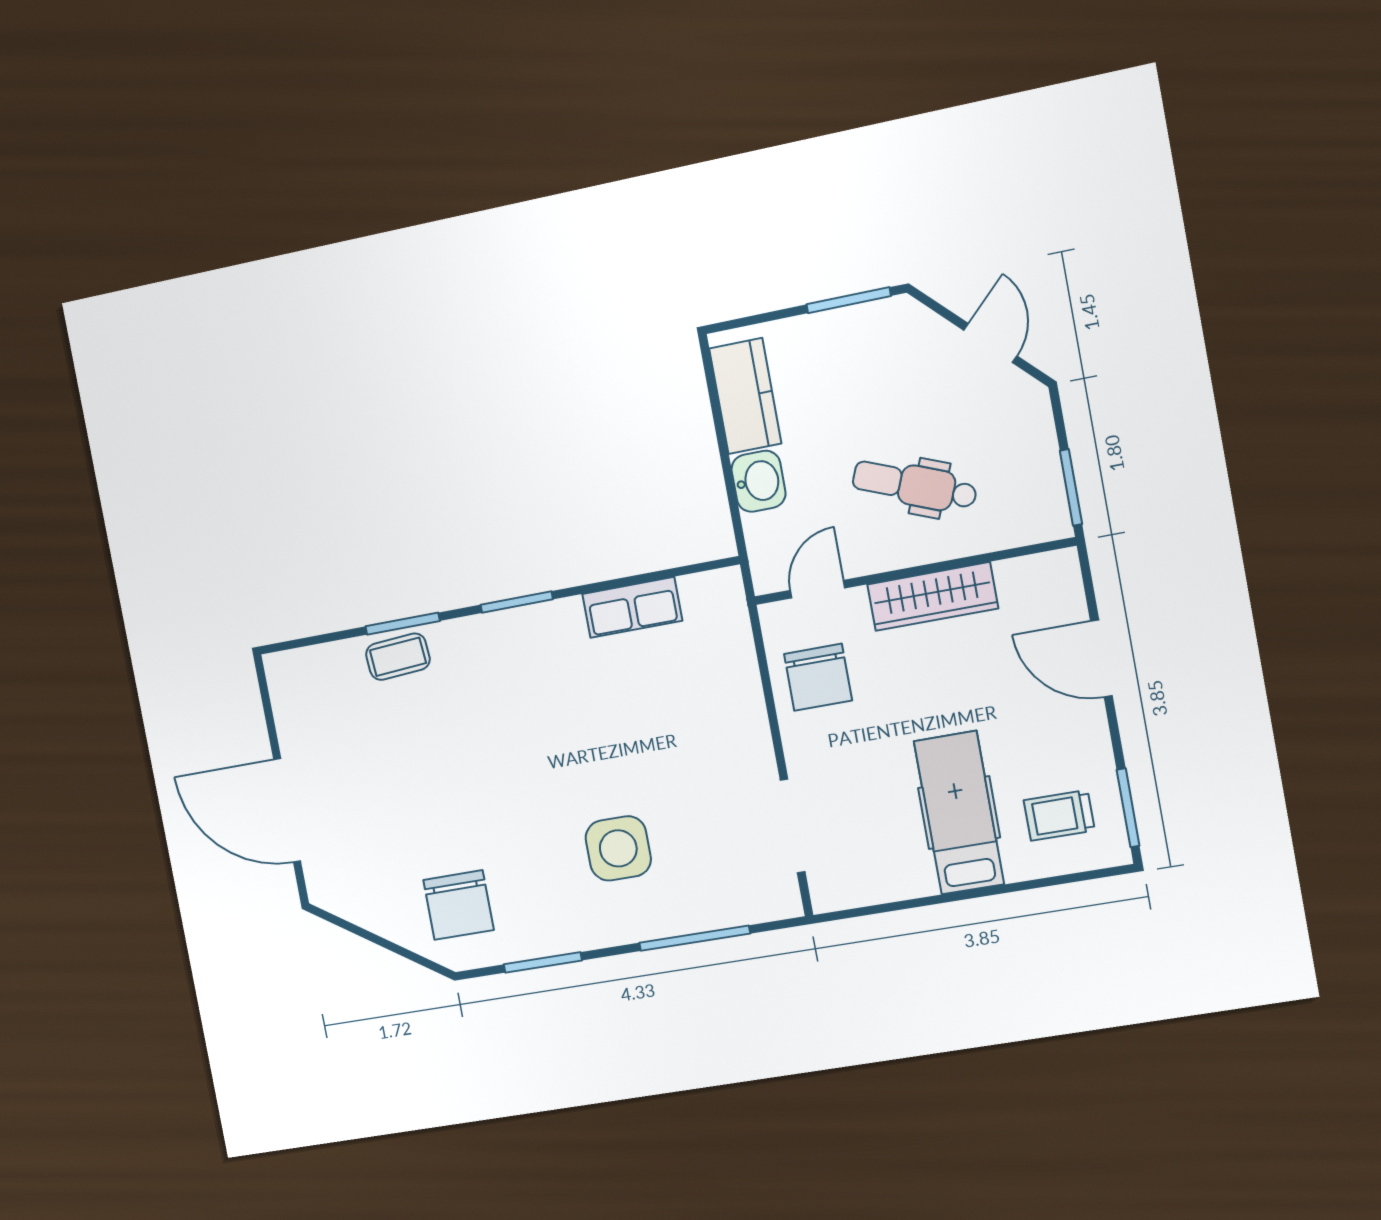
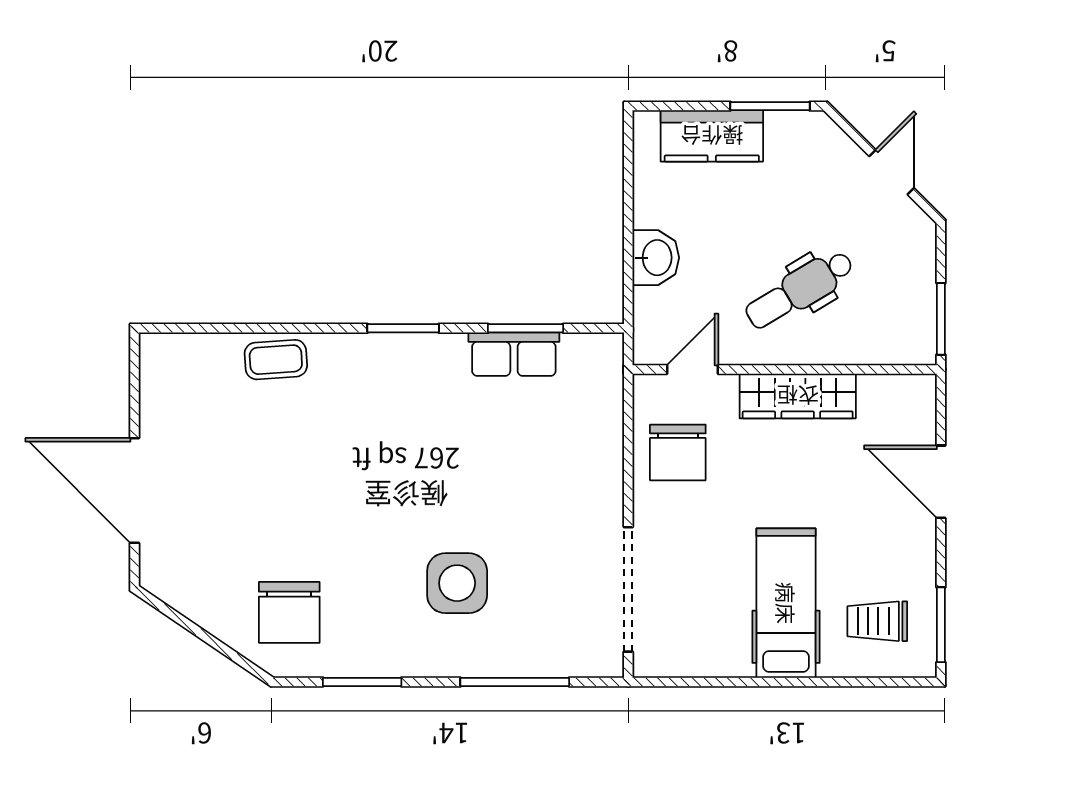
kitchen counter: (745, 396) -> (712, 136), moved, turned 90
dental chair: (915, 485) -> (800, 290), turned -53
window: (403, 624) -> (525, 328), moved
doorway: (793, 826) -> (628, 589), width x1.36

